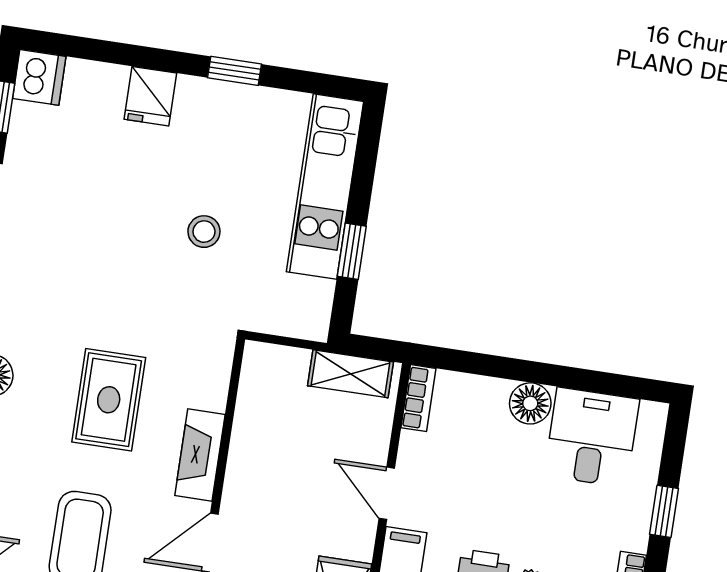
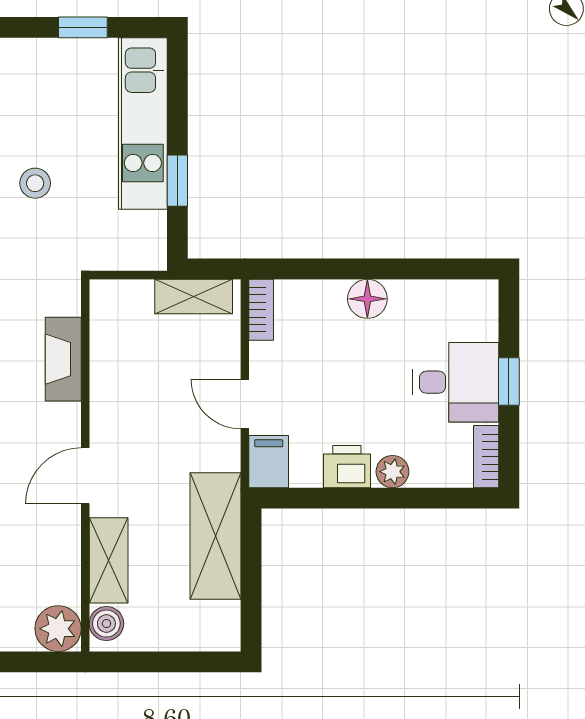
window: (234, 71) -> (83, 27), moved
desk: (592, 437) -> (456, 382), moved, turned 90
fireplace: (200, 455) -> (63, 359), moved

